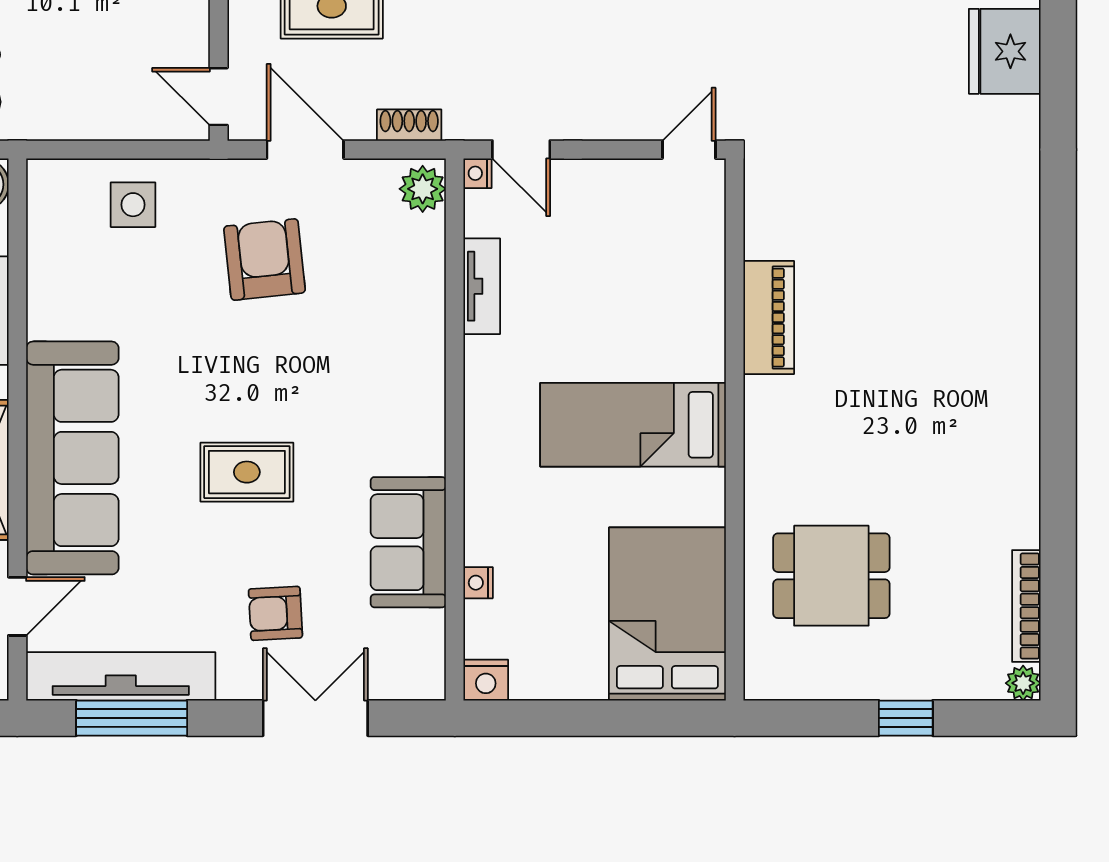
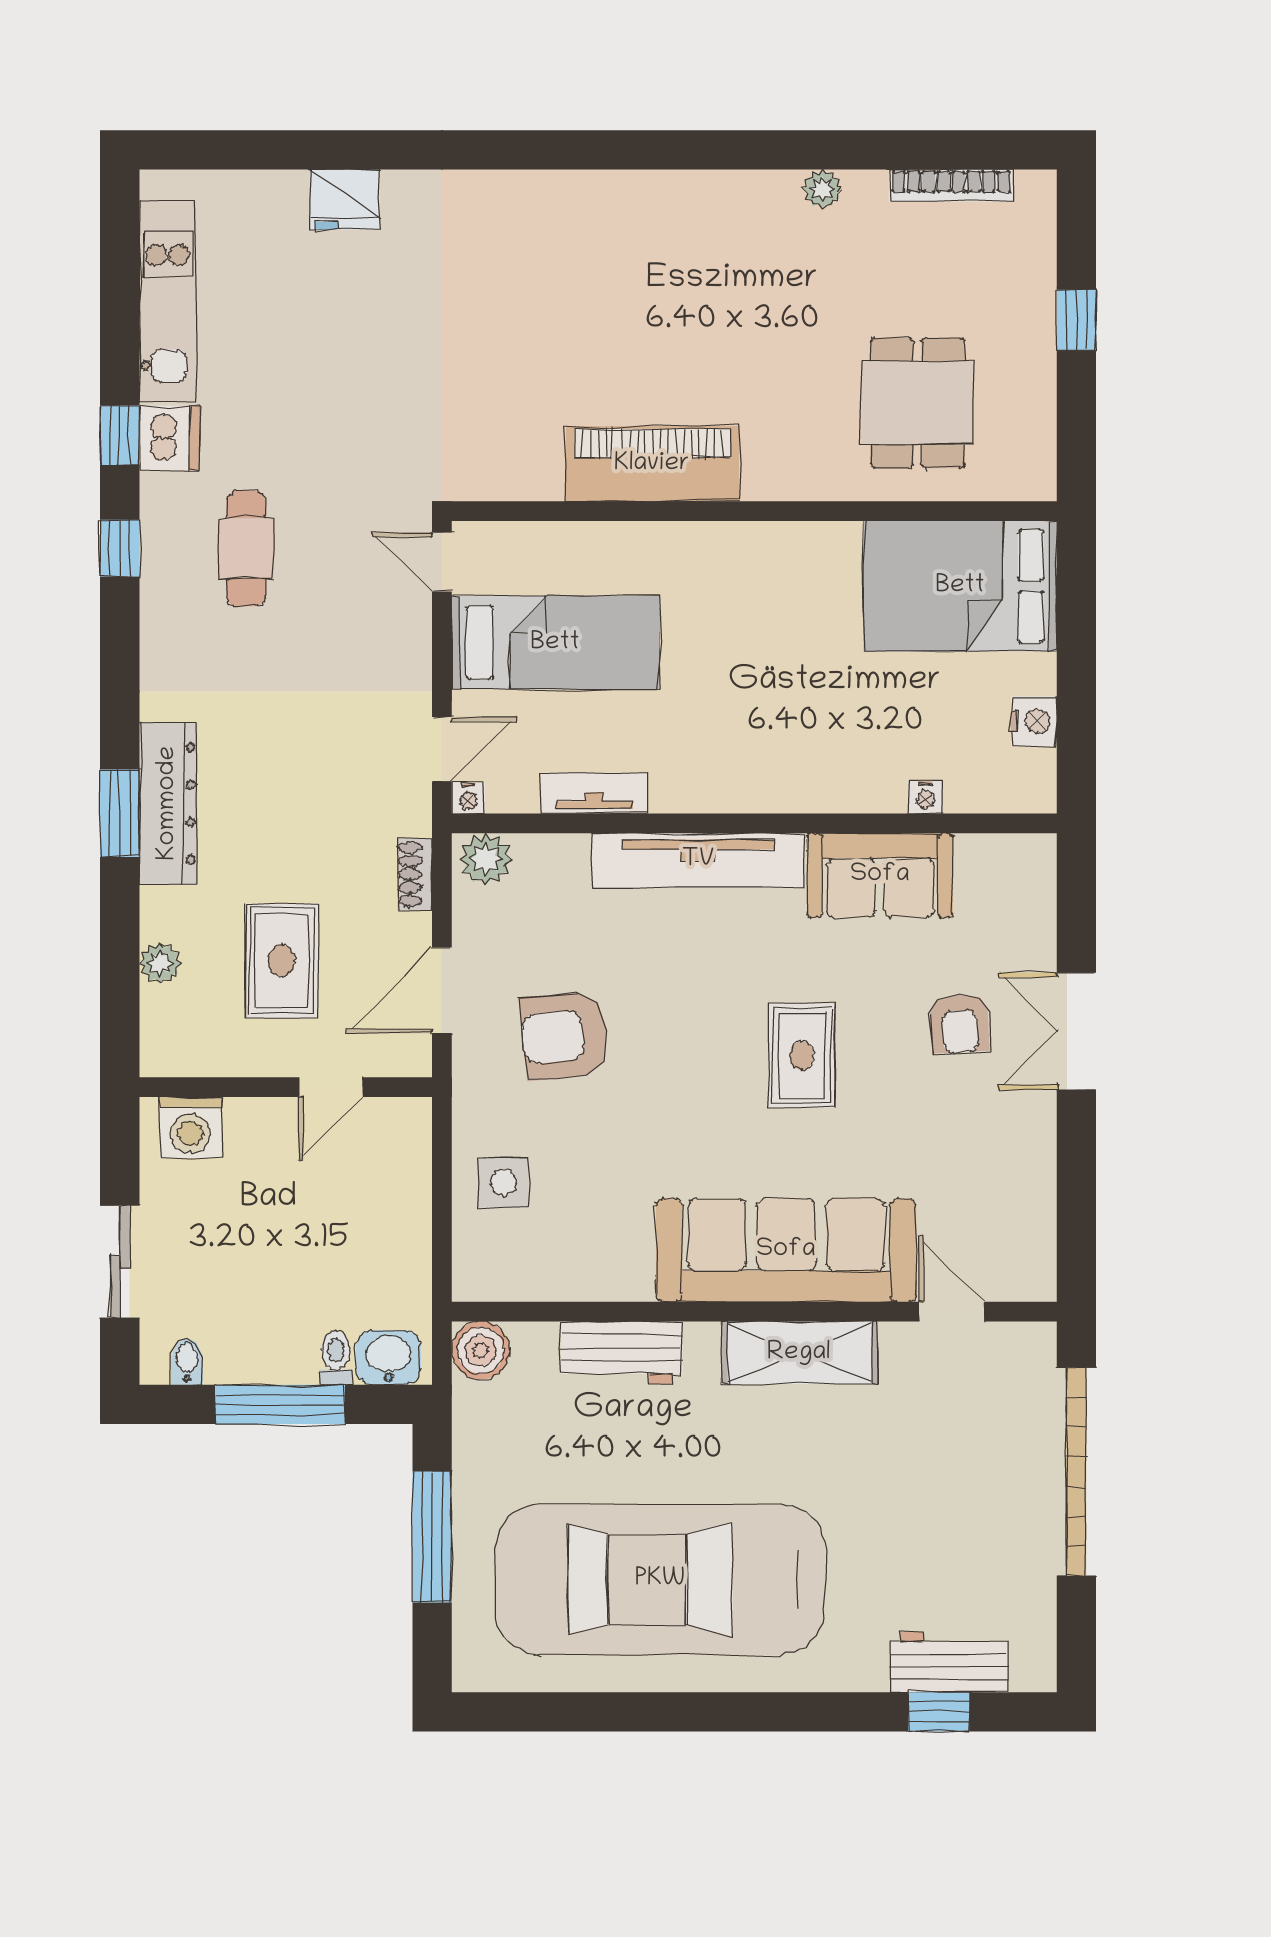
fridge: (1005, 51) -> (345, 199), width x0.73, depth x0.75
door: (219, 97) -> (331, 1087), moved
piano: (769, 318) -> (652, 464), width x1.37, depth x1.33
bed: (633, 425) -> (555, 643), moved, turned -90
tv unit: (121, 676) -> (698, 860), moved, turned -90
nightstand: (486, 680) -> (1034, 721), moved
plant: (1023, 683) -> (822, 189), moved
window: (132, 718) -> (1076, 1184), removed
double door: (315, 718) -> (1076, 1031), moved

